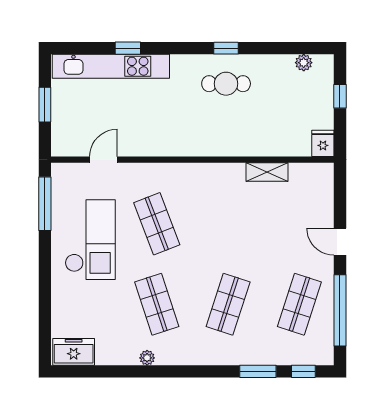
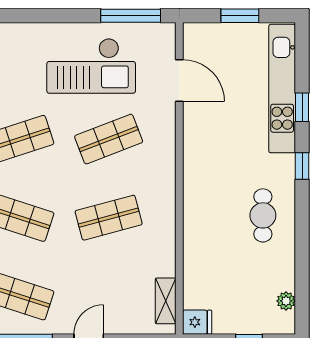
window: (226, 48) -> (302, 166), moved
door: (103, 160) -> (179, 80), width x1.38
shelving: (267, 172) -> (166, 301), moved
shop shelf: (228, 224) -> (109, 218), added

